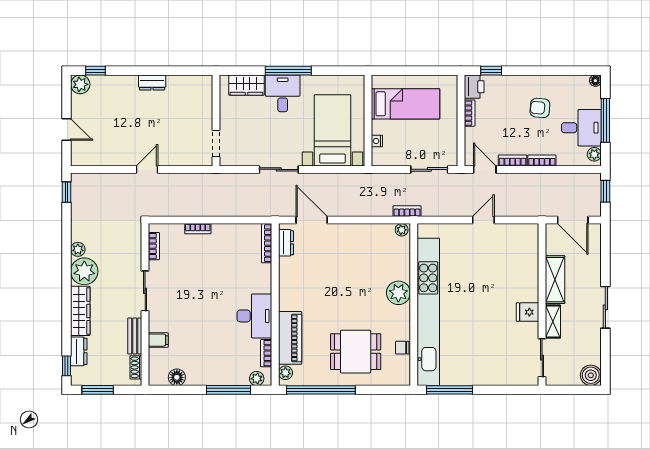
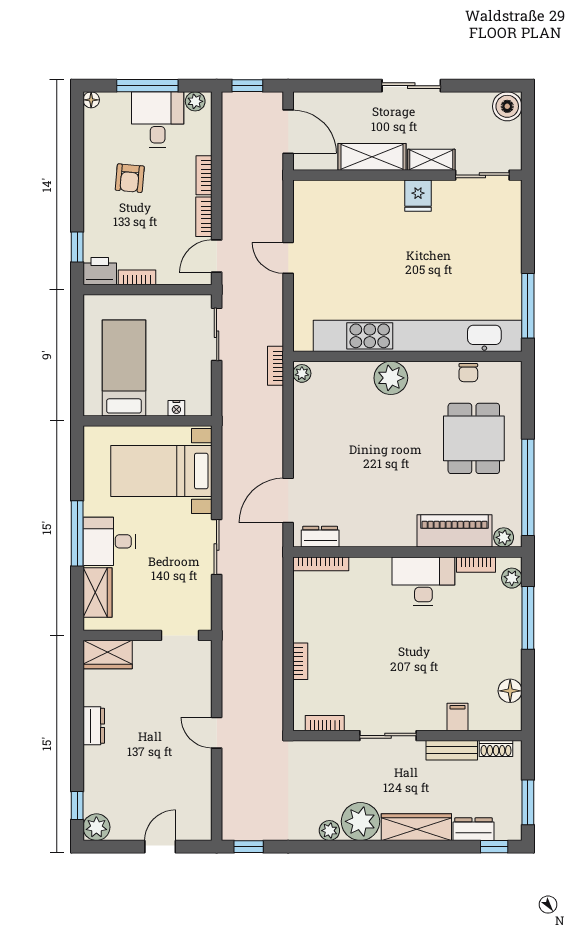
wardrobe: (203, 92) -> (108, 655), added
door: (573, 220) -> (288, 132), hinge flipped

